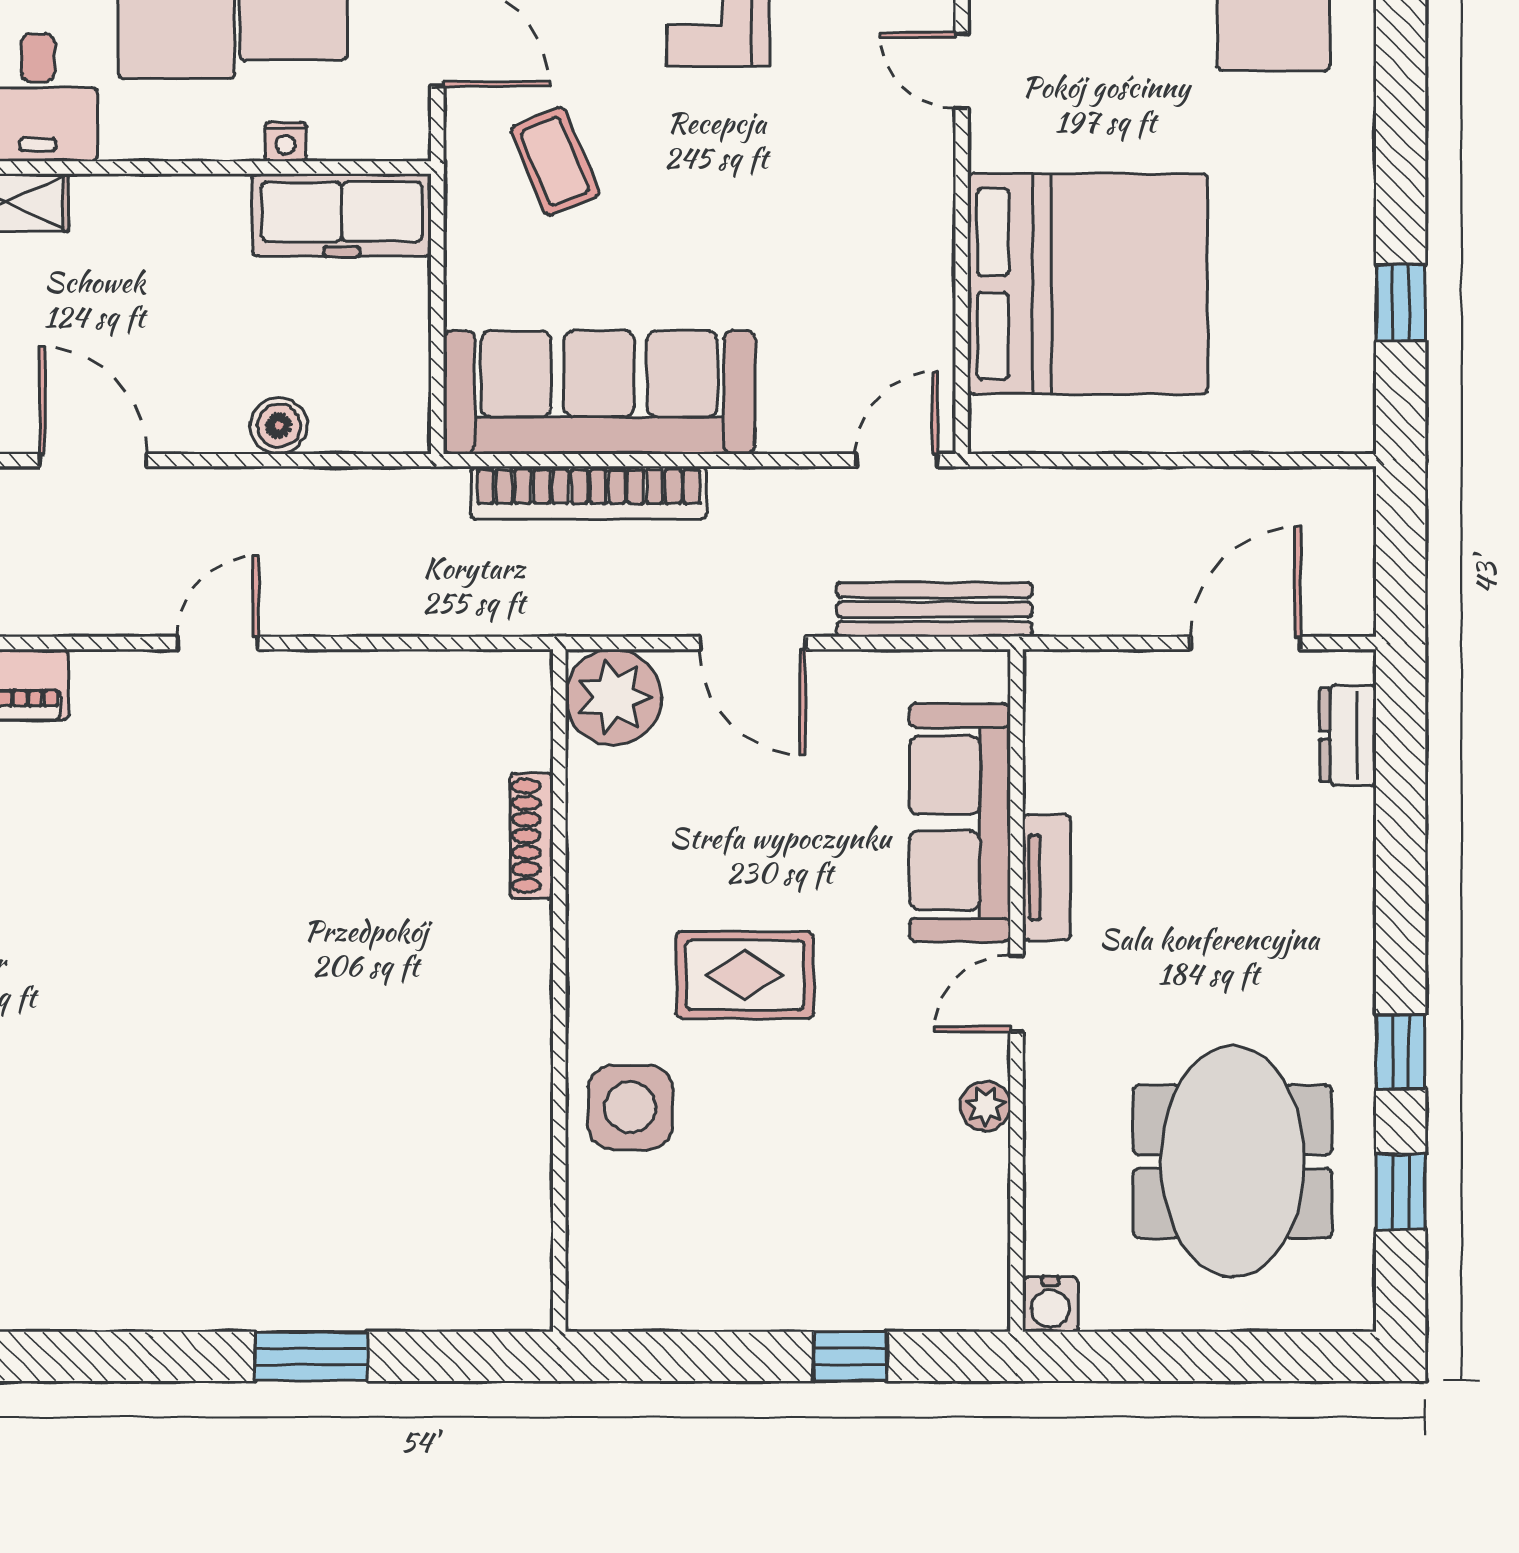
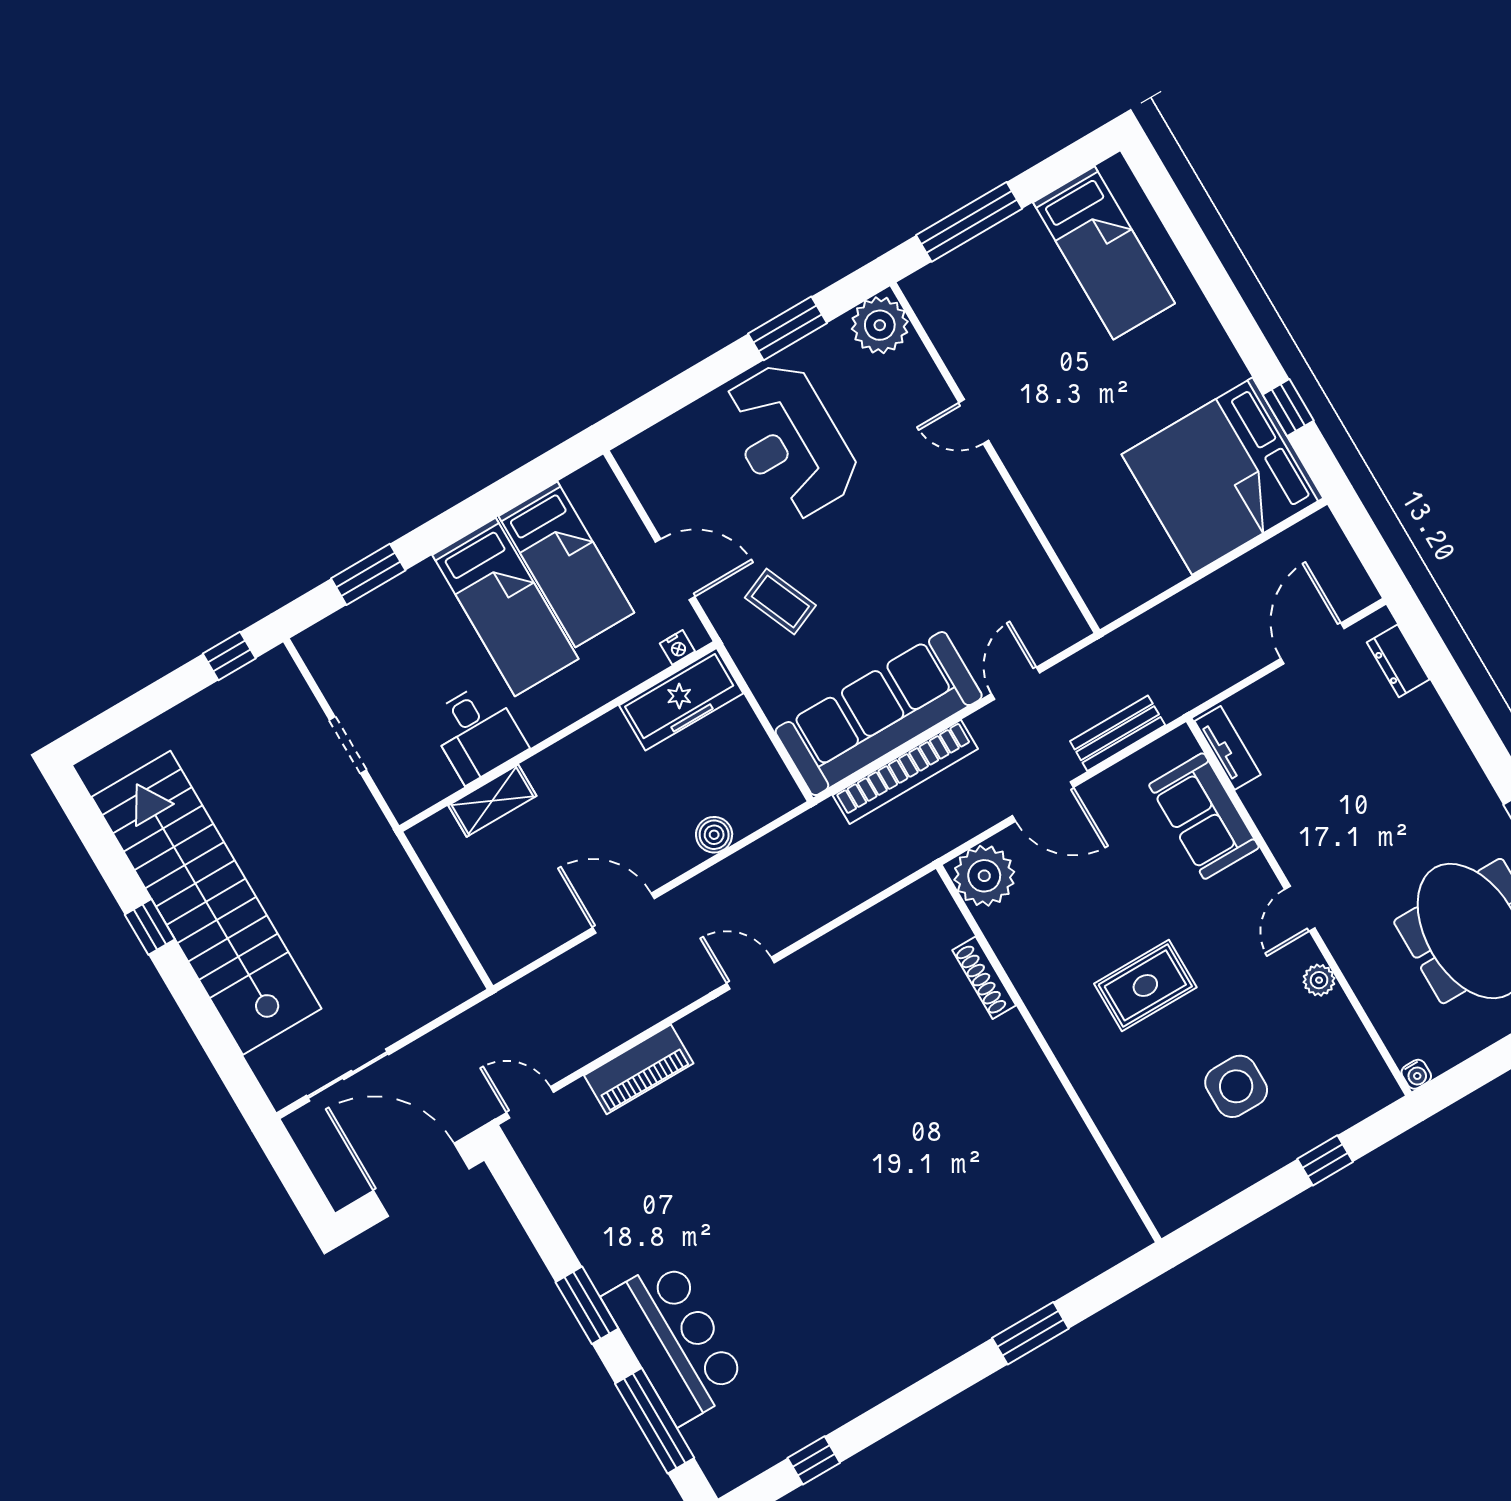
nightstand: (286, 142) -> (677, 647), moved
bed: (1088, 284) -> (1222, 476), moved, turned 180
door: (897, 460) -> (1016, 683), moved
bench: (935, 610) -> (1118, 733), width x0.73
door: (218, 643) -> (750, 973), hinge flipped
sofa: (960, 823) -> (1204, 816), width x0.73
tv unit: (1047, 877) -> (1228, 748), moved
side table: (630, 1107) -> (1236, 1086), moved
water cooler: (1050, 1304) -> (1416, 1074), width x0.72, depth x0.72

